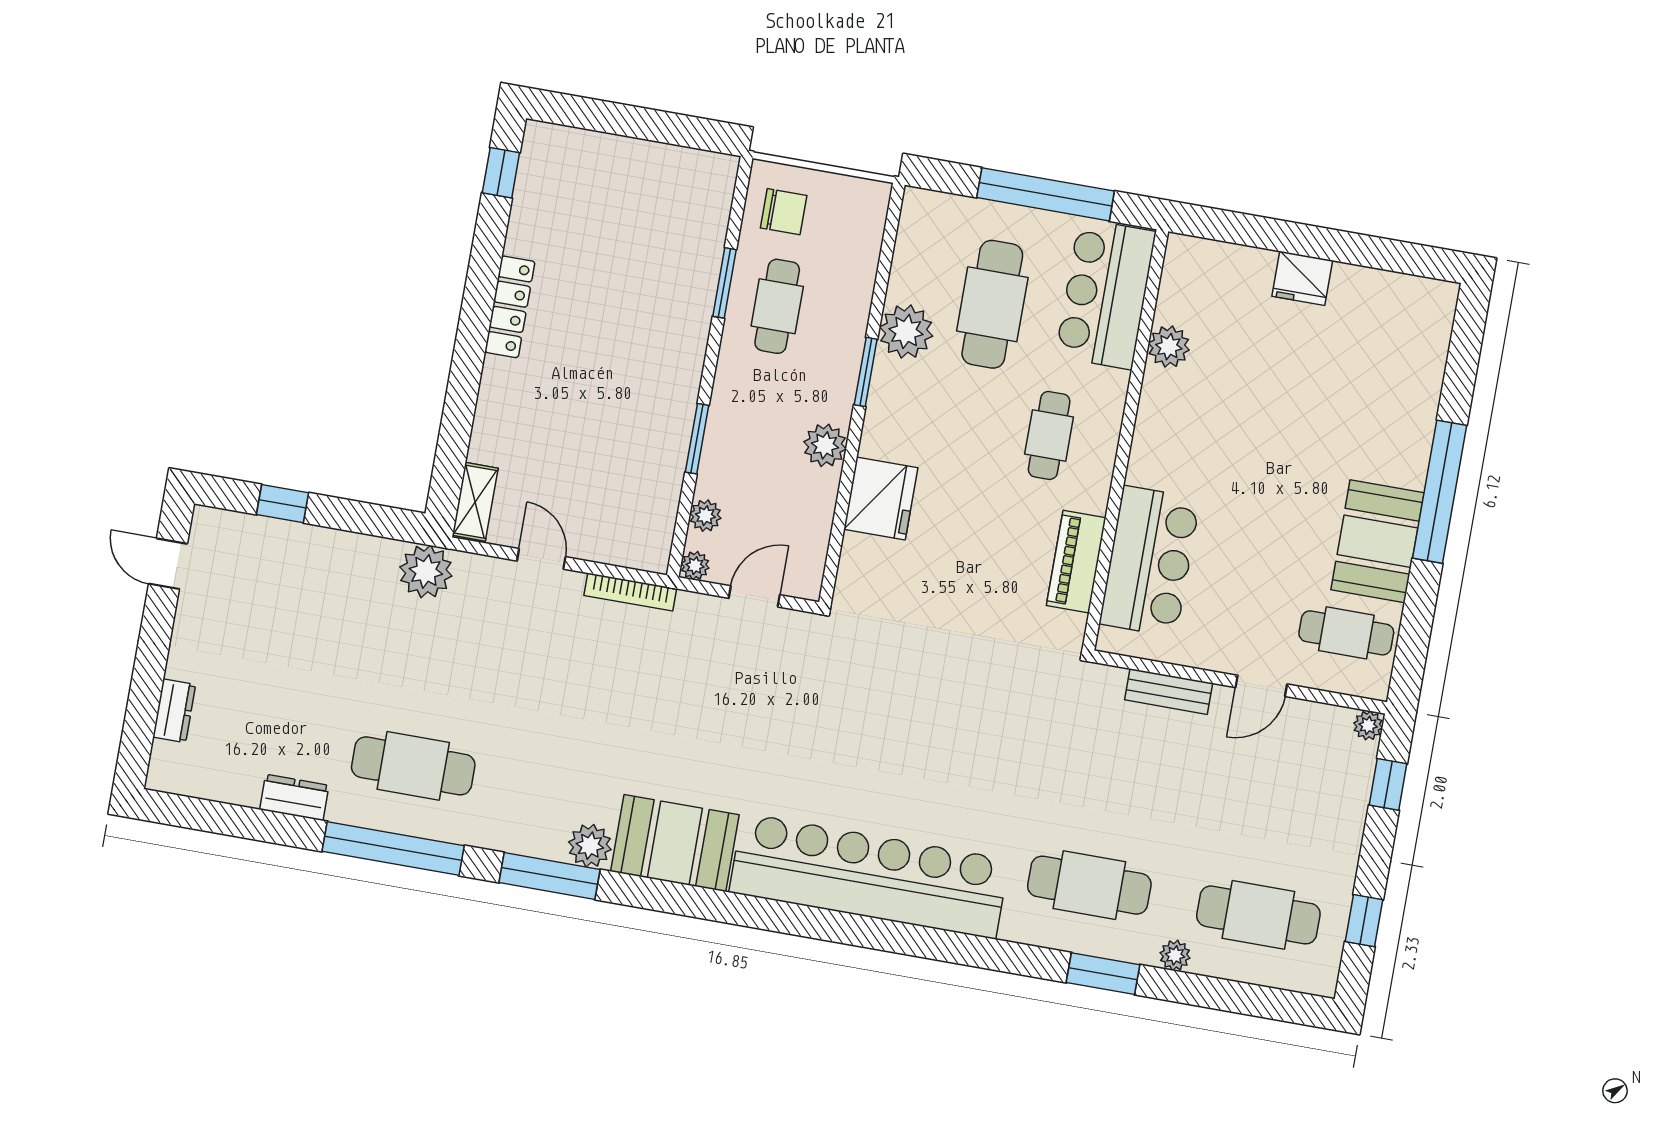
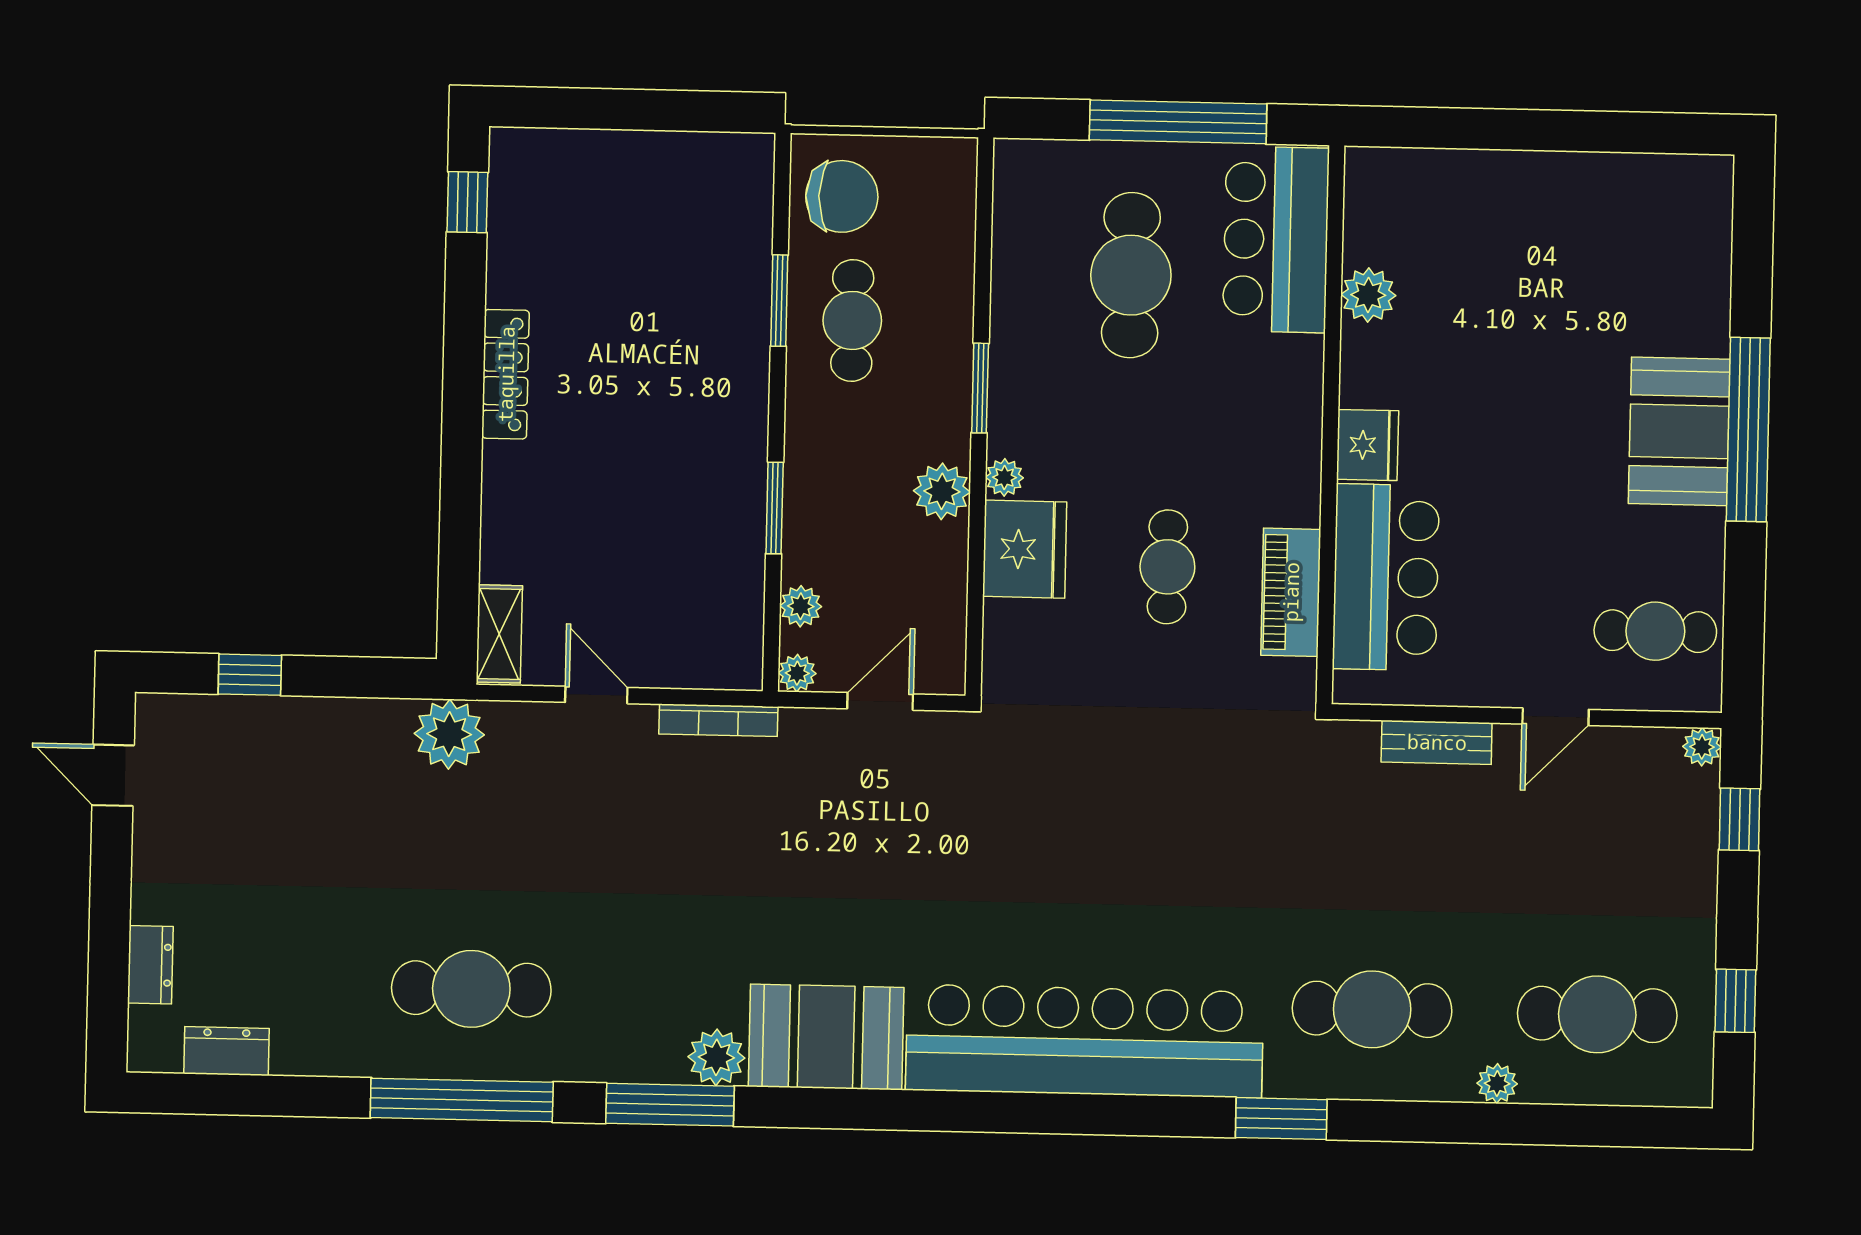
chair: (784, 212) -> (842, 196), width x1.37, depth x1.37
fridge: (1302, 278) -> (1368, 445), moved, turned -90
plant: (906, 332) -> (1004, 477), moved, width x0.53, depth x0.53
cafe table: (1049, 435) -> (1167, 567), moved
booth: (1377, 541) -> (1679, 431), moved
dresser: (294, 797) -> (226, 1051), moved
window: (1103, 974) -> (1281, 1119), moved

